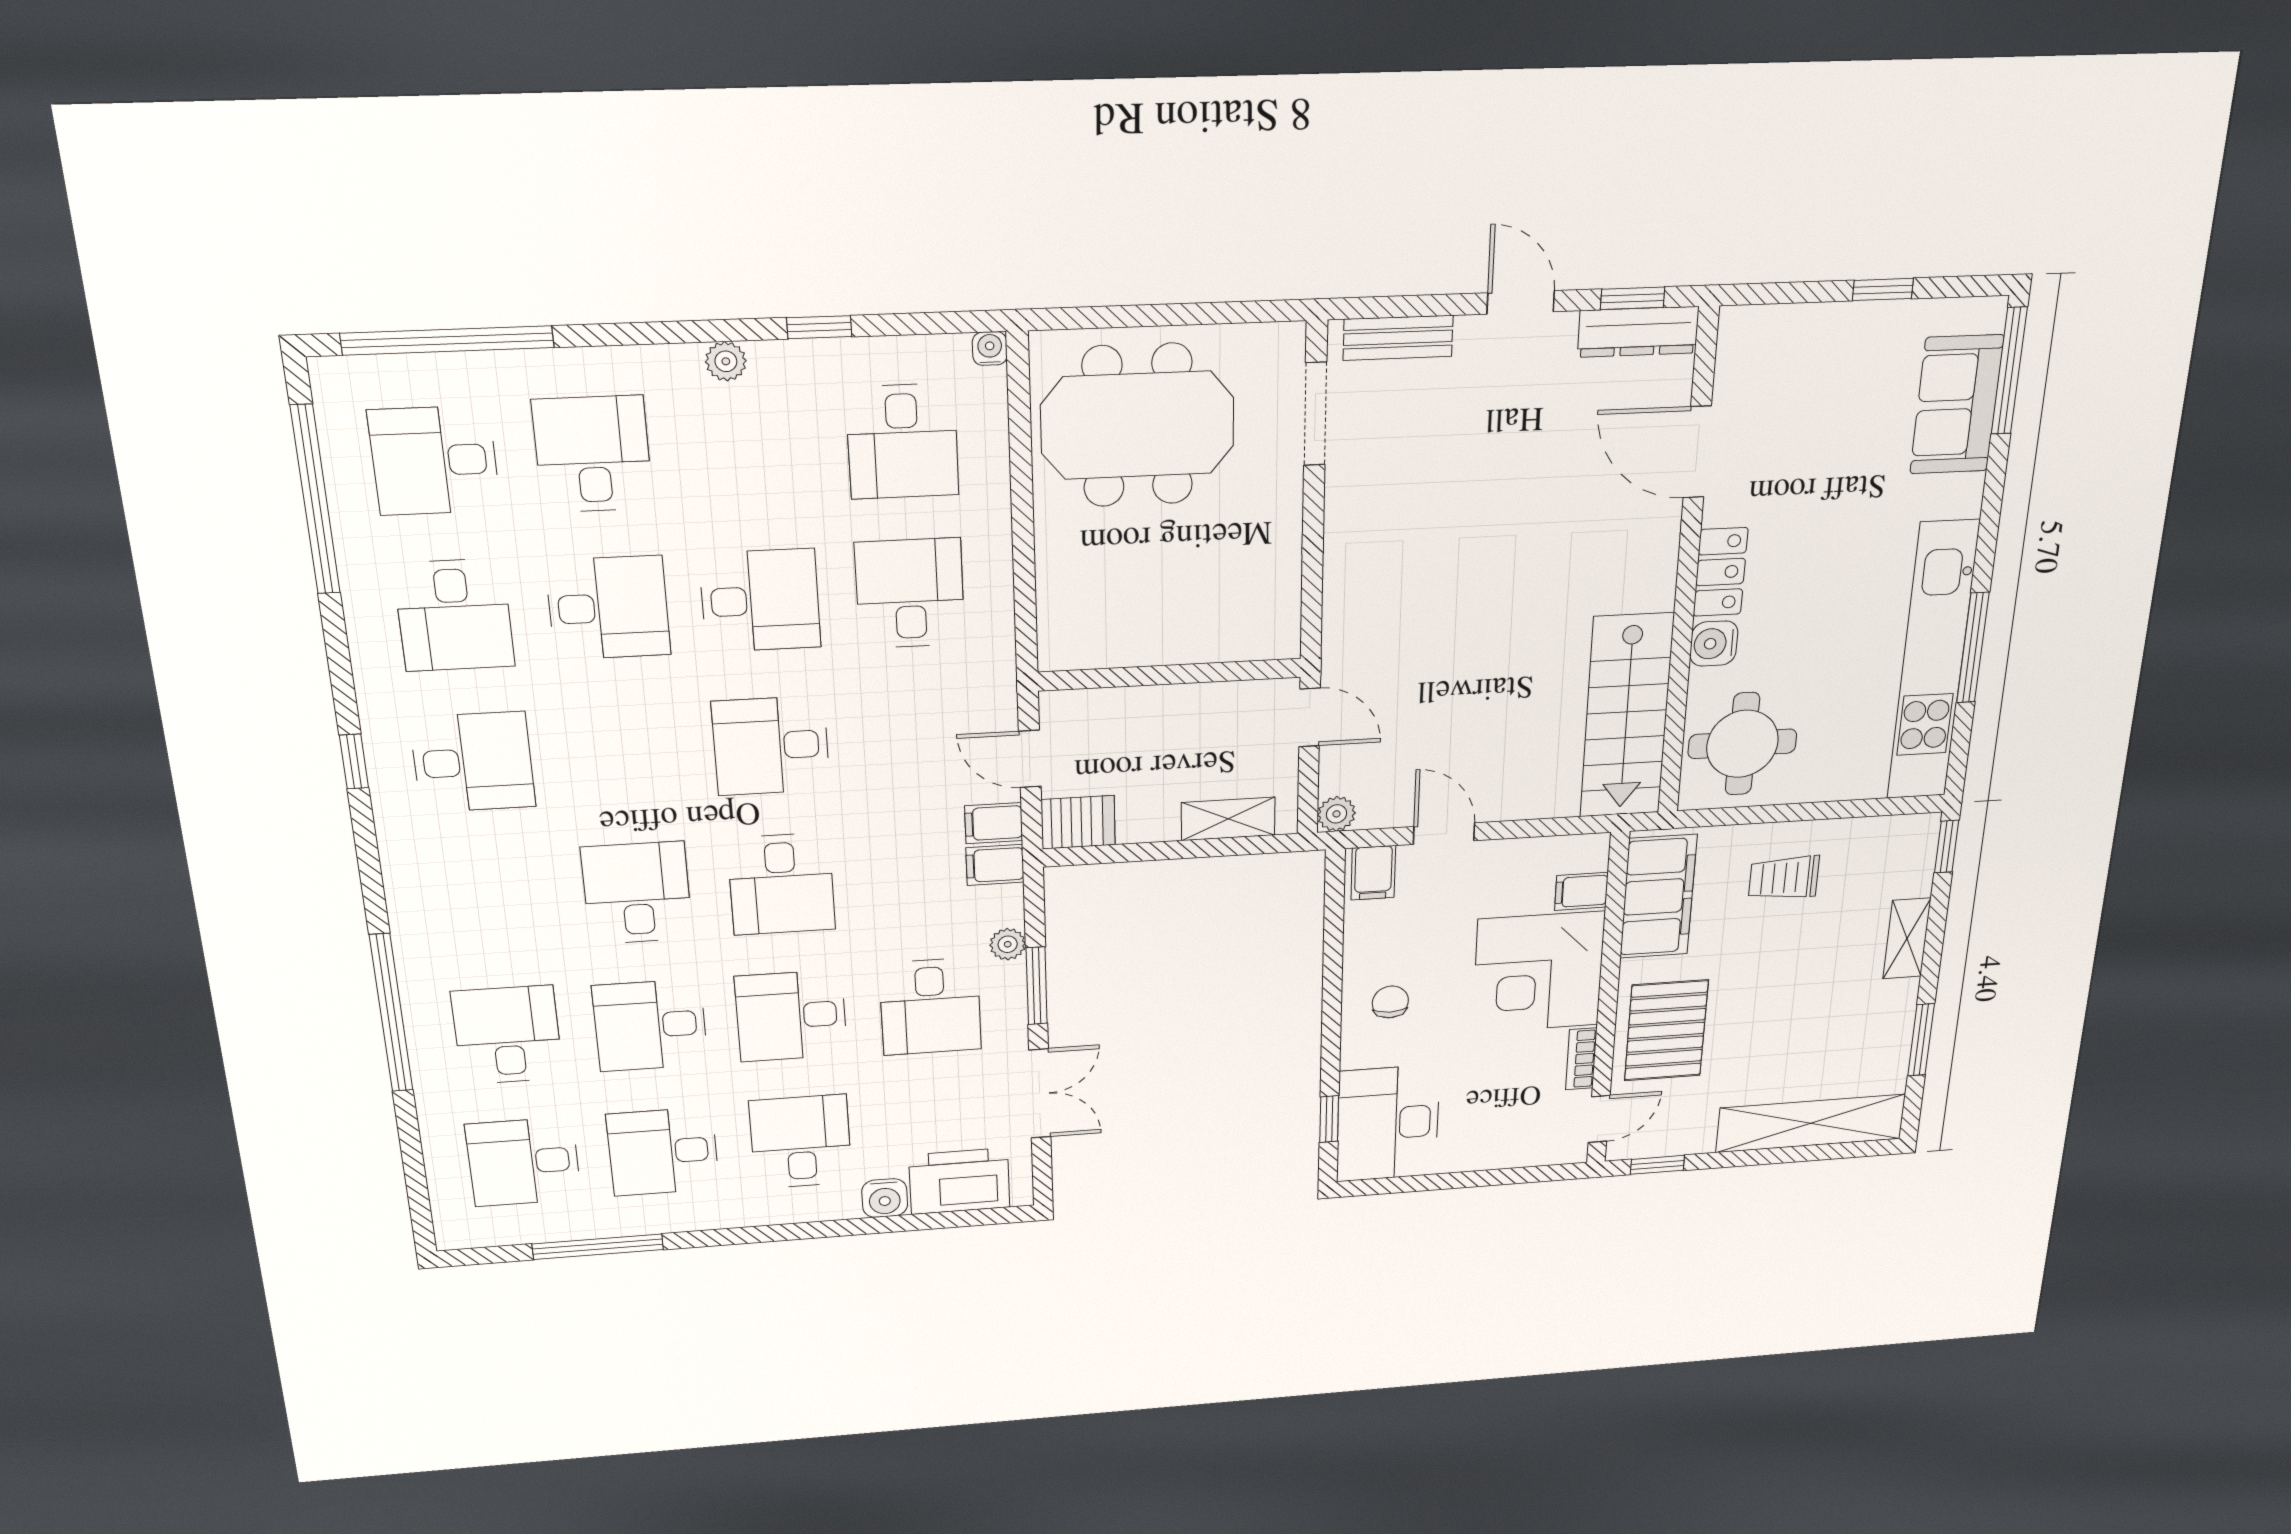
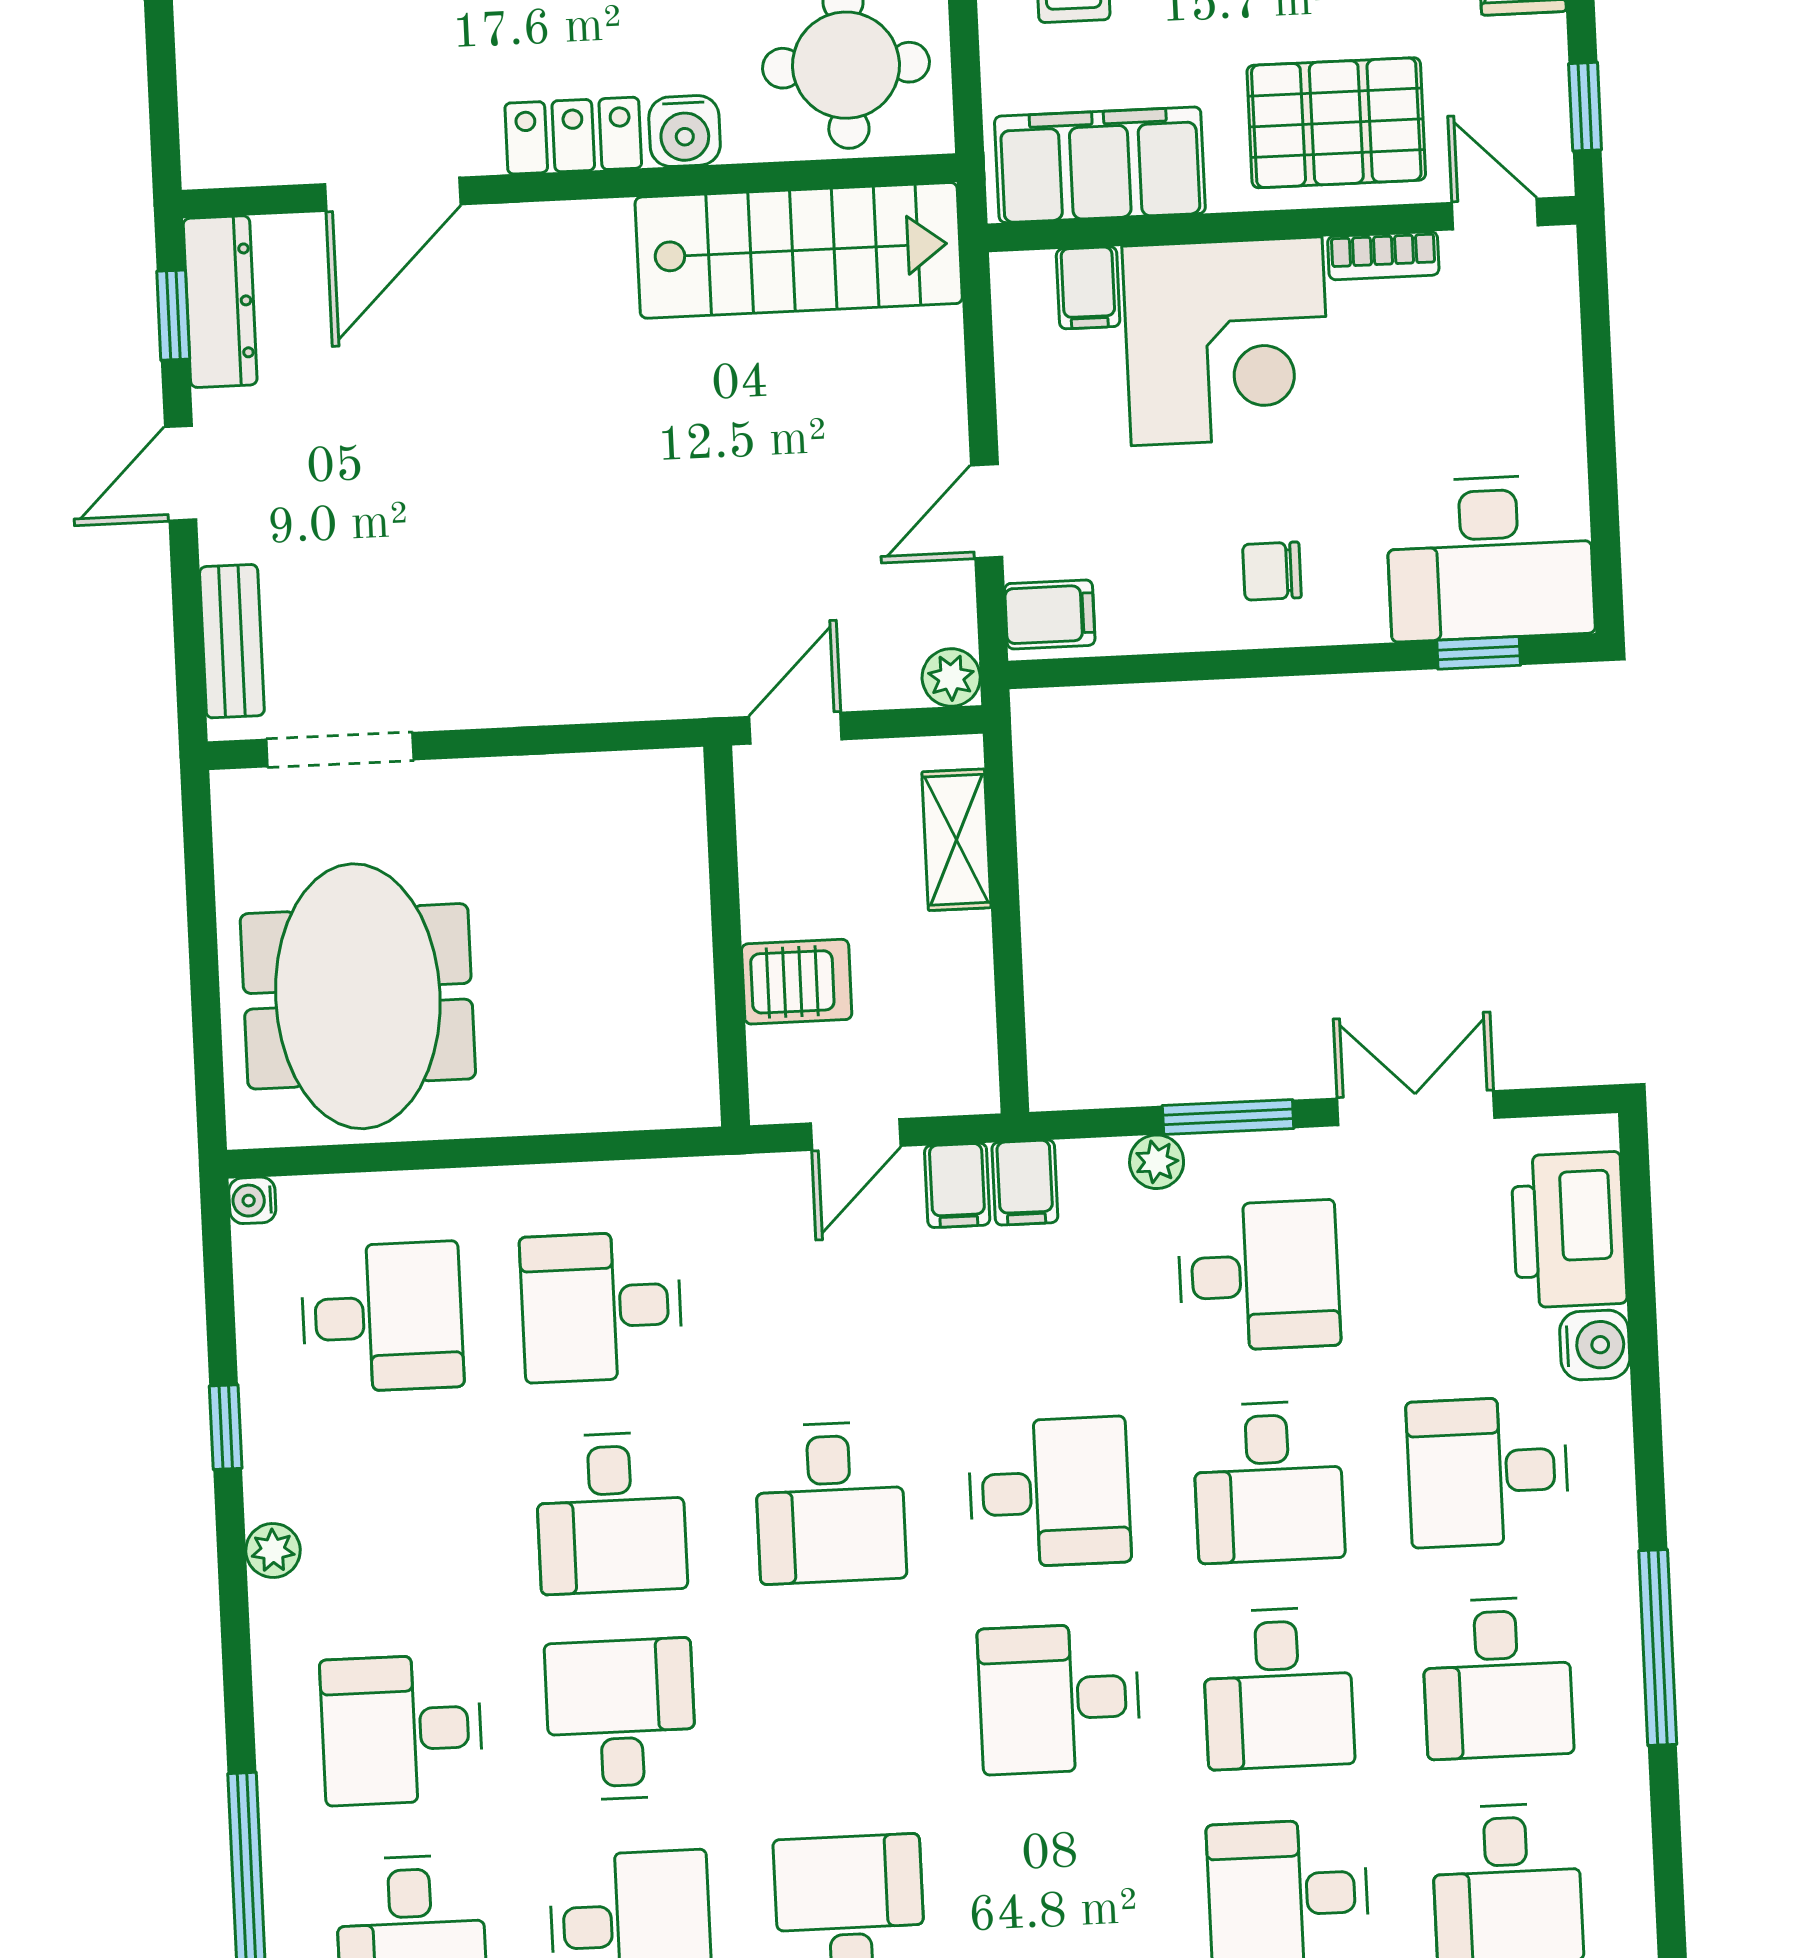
desk: (760, 601) -> (611, 1513), turned 180
server rack: (1078, 822) -> (797, 982), moved, turned 90
window: (598, 1247) -> (1658, 1647), moved

